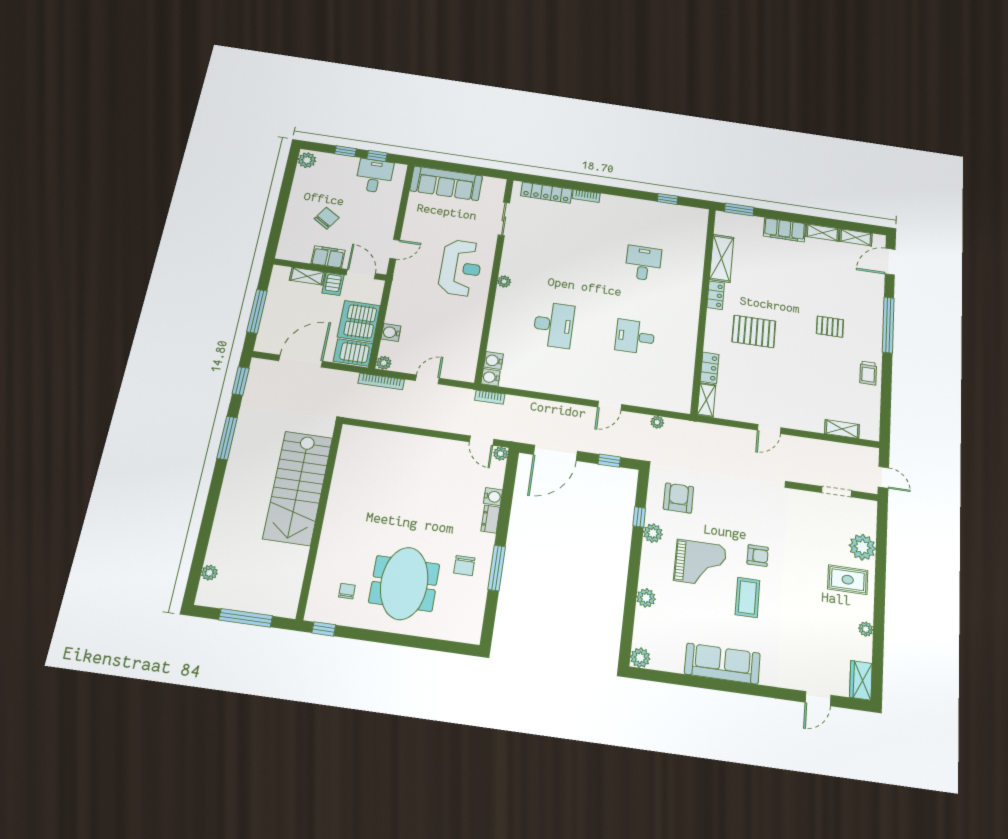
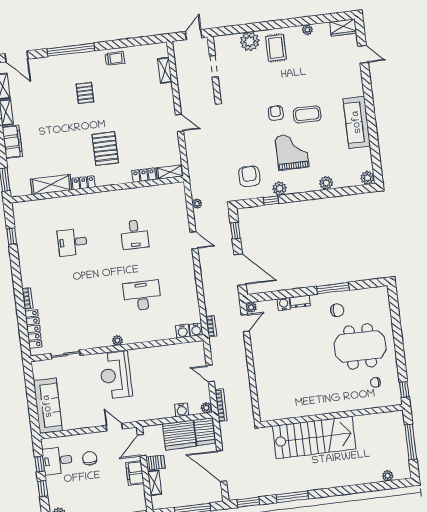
chair: (327, 218) -> (90, 458), moved, turned 57
reception desk: (461, 268) -> (116, 375), turned -90
armchair: (679, 498) -> (249, 176), turned 90

